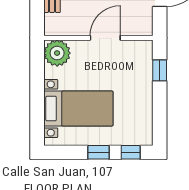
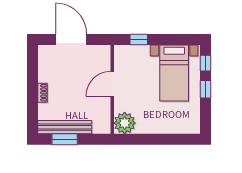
door: (105, 38) -> (112, 84), hinge flipped
bed with nightstands: (78, 108) -> (174, 73), moved, turned 180

